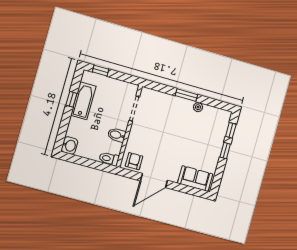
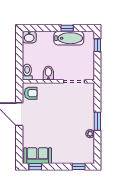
window: (225, 151) -> (35, 167), moved
sofa: (195, 179) -> (38, 156), moved, turned -90

